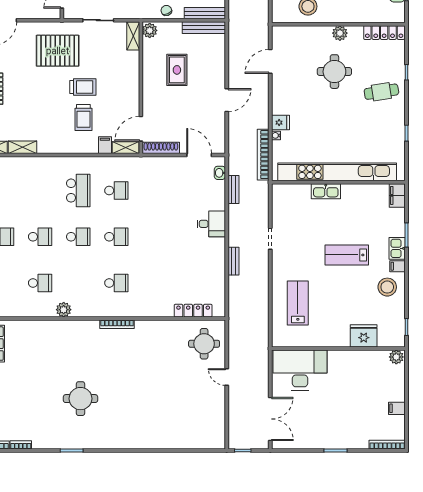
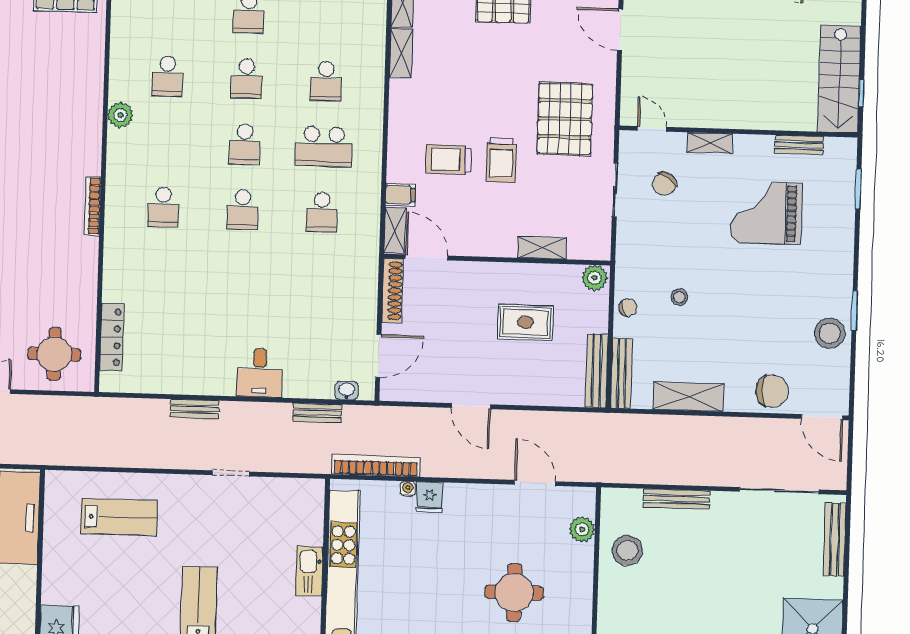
plant: (340, 33) -> (582, 529), moved
shelving: (133, 36) -> (542, 248), moved
school desk: (40, 191) -> (326, 81), added

